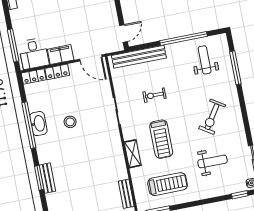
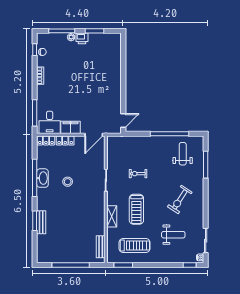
bench: (139, 57) -> (132, 141), removed
door: (91, 58) -> (94, 135), hinge flipped

